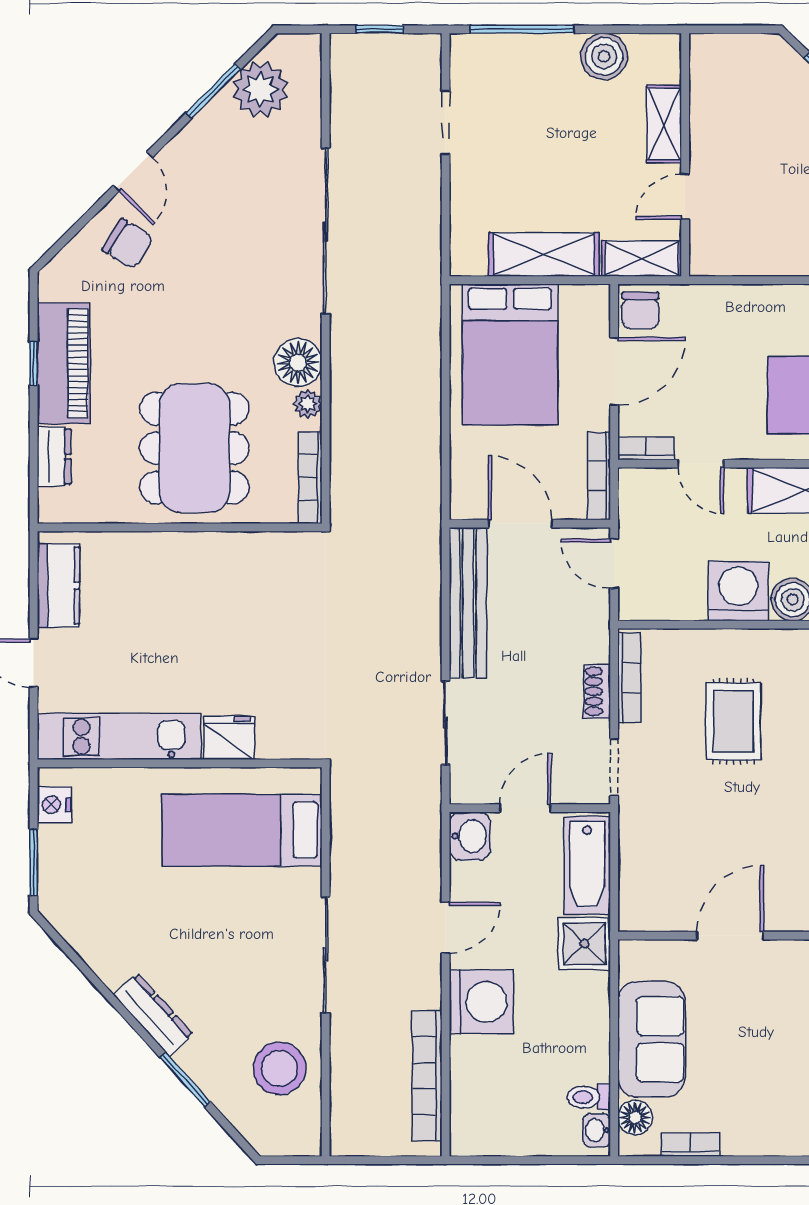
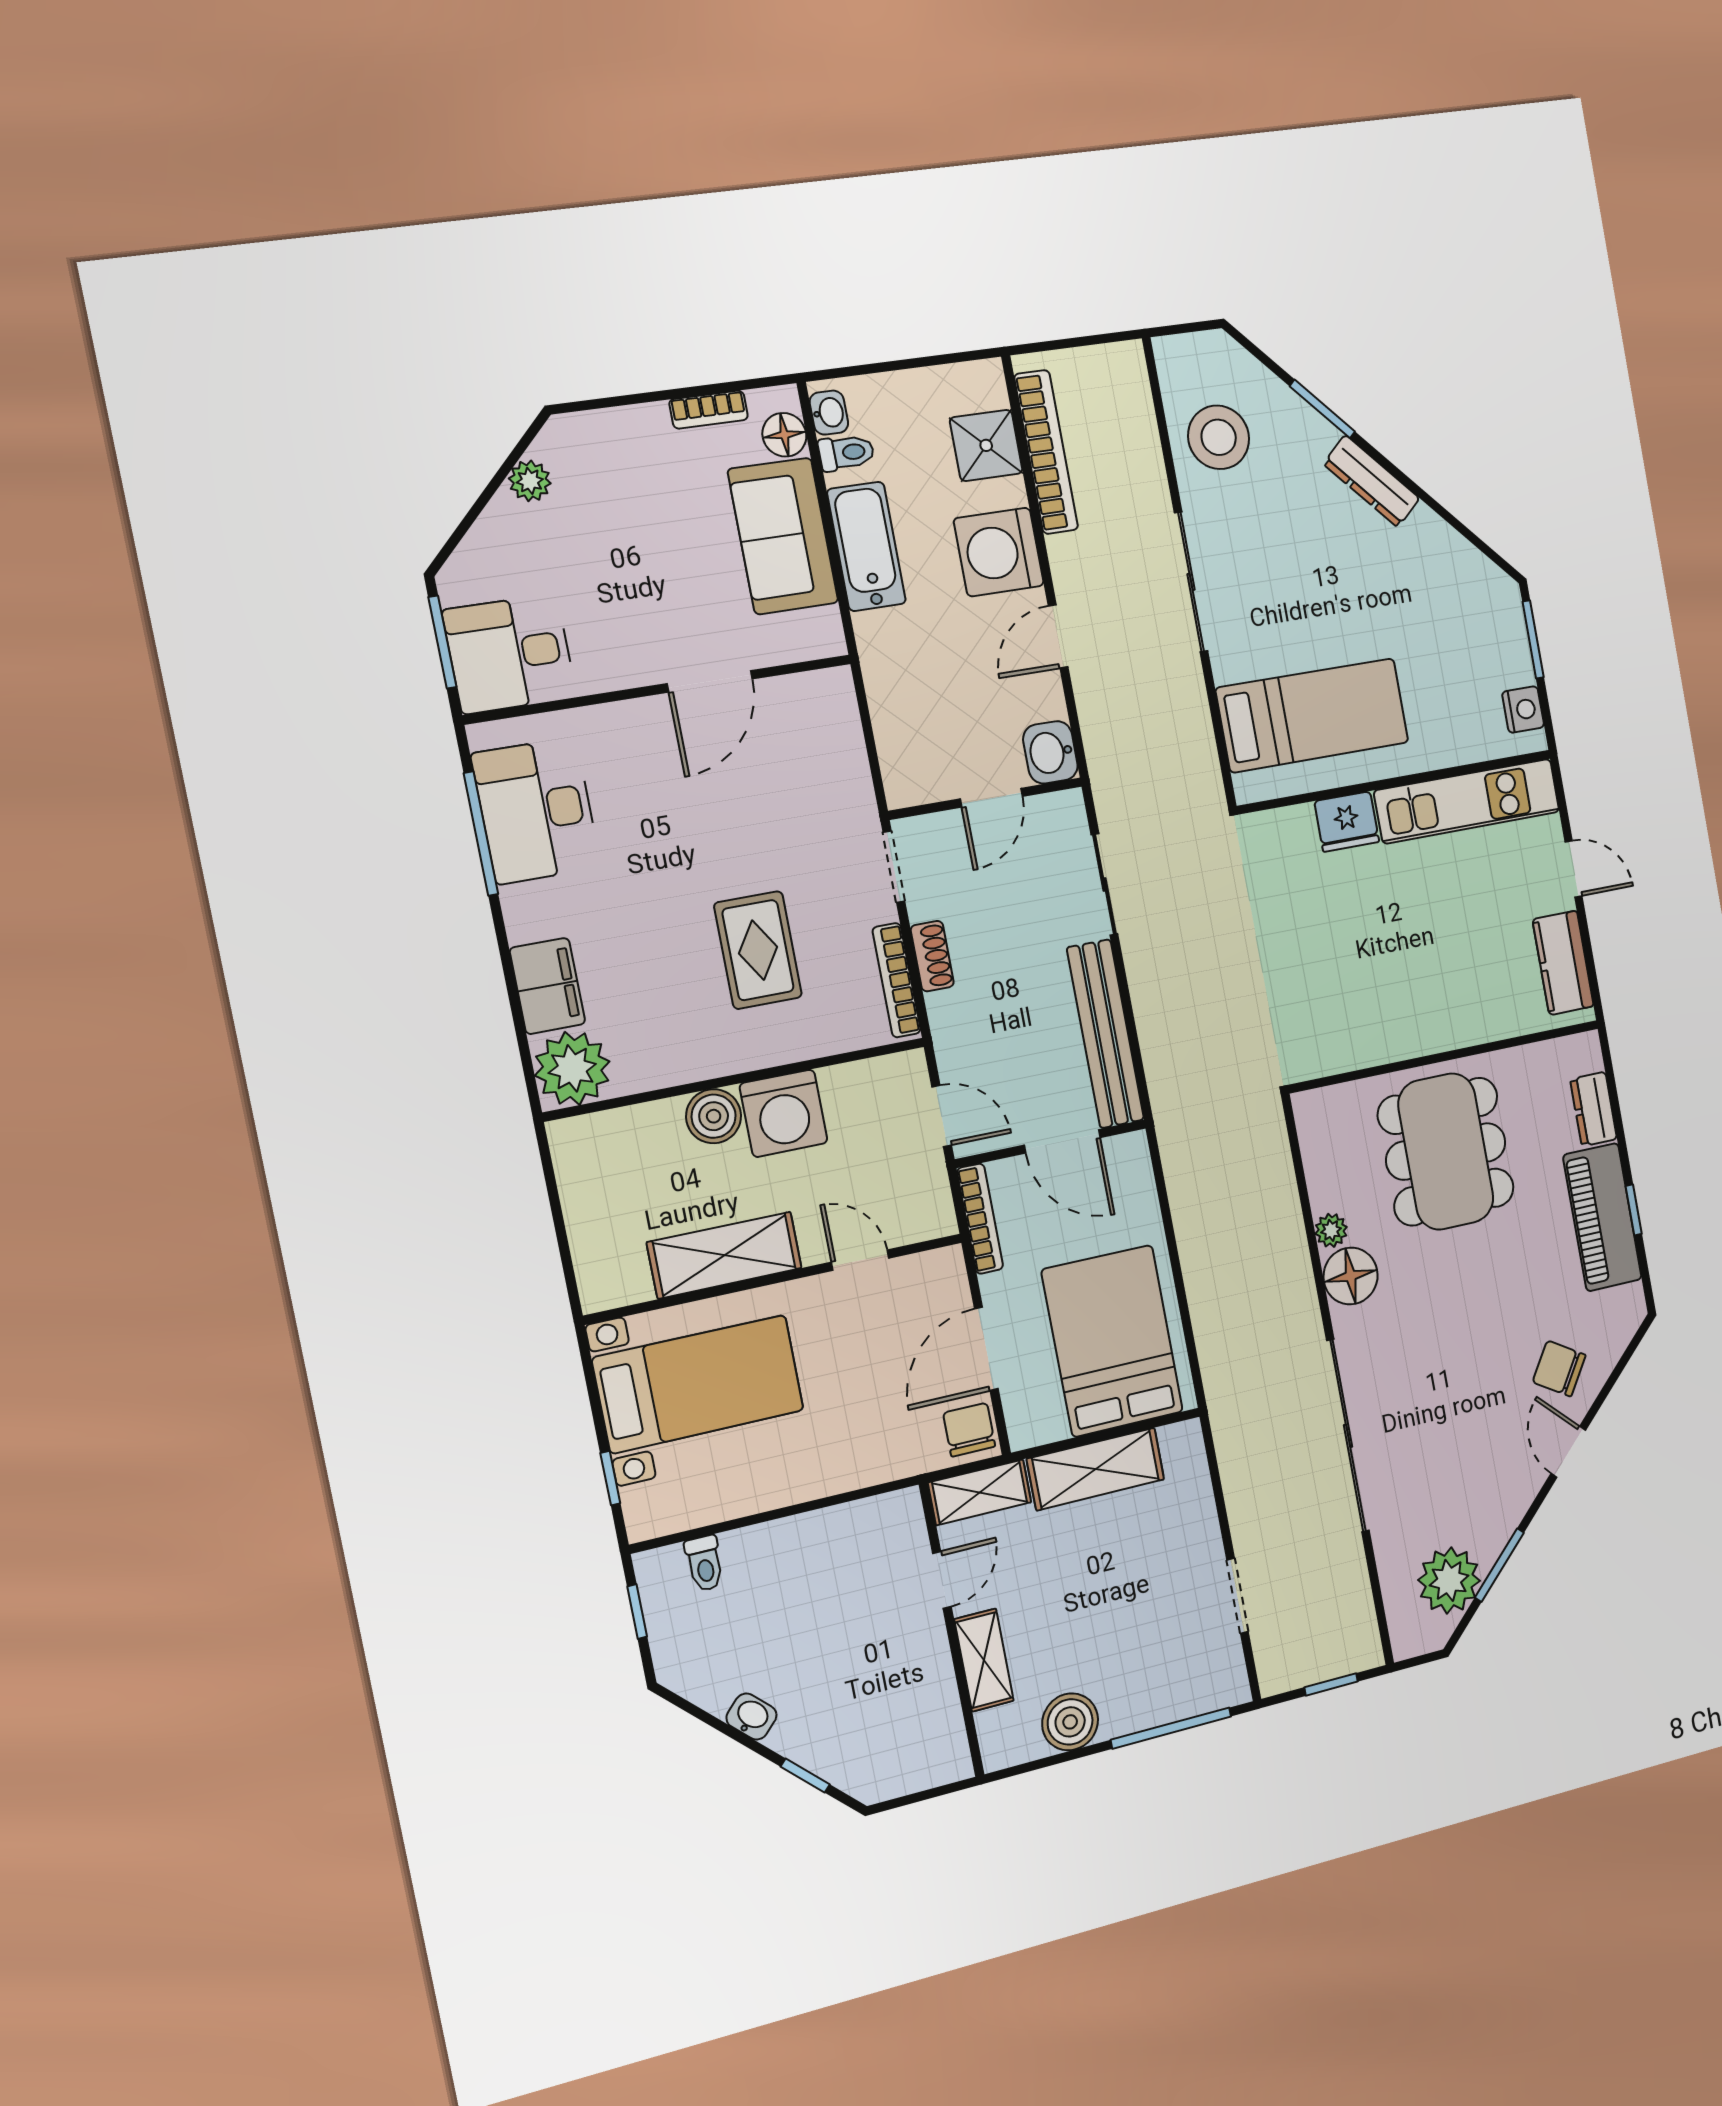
bookcase: (646, 449) -> (930, 1264), removed
bookcase: (310, 478) -> (1312, 1145), removed
bathtub: (587, 866) -> (866, 546), moved
shower: (584, 944) -> (986, 445), moved

